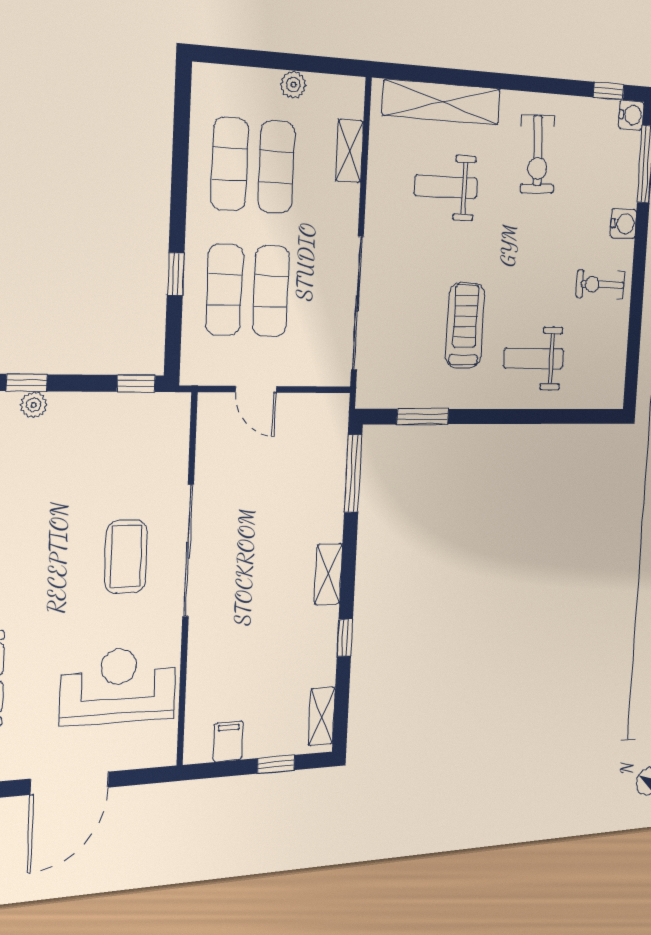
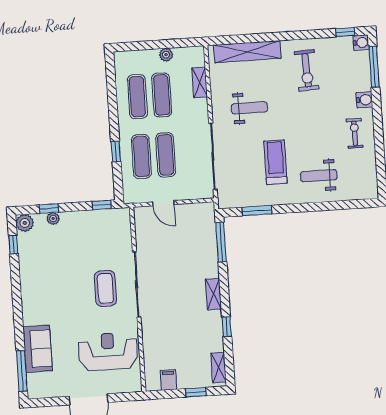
weight bench: (446, 187) -> (249, 108), moved, turned 180
exercise bike: (600, 284) -> (355, 133), turned 90

